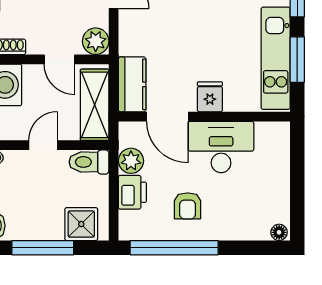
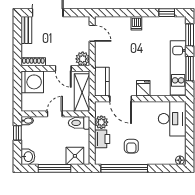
desk: (221, 147) -> (172, 119), moved, turned 90

